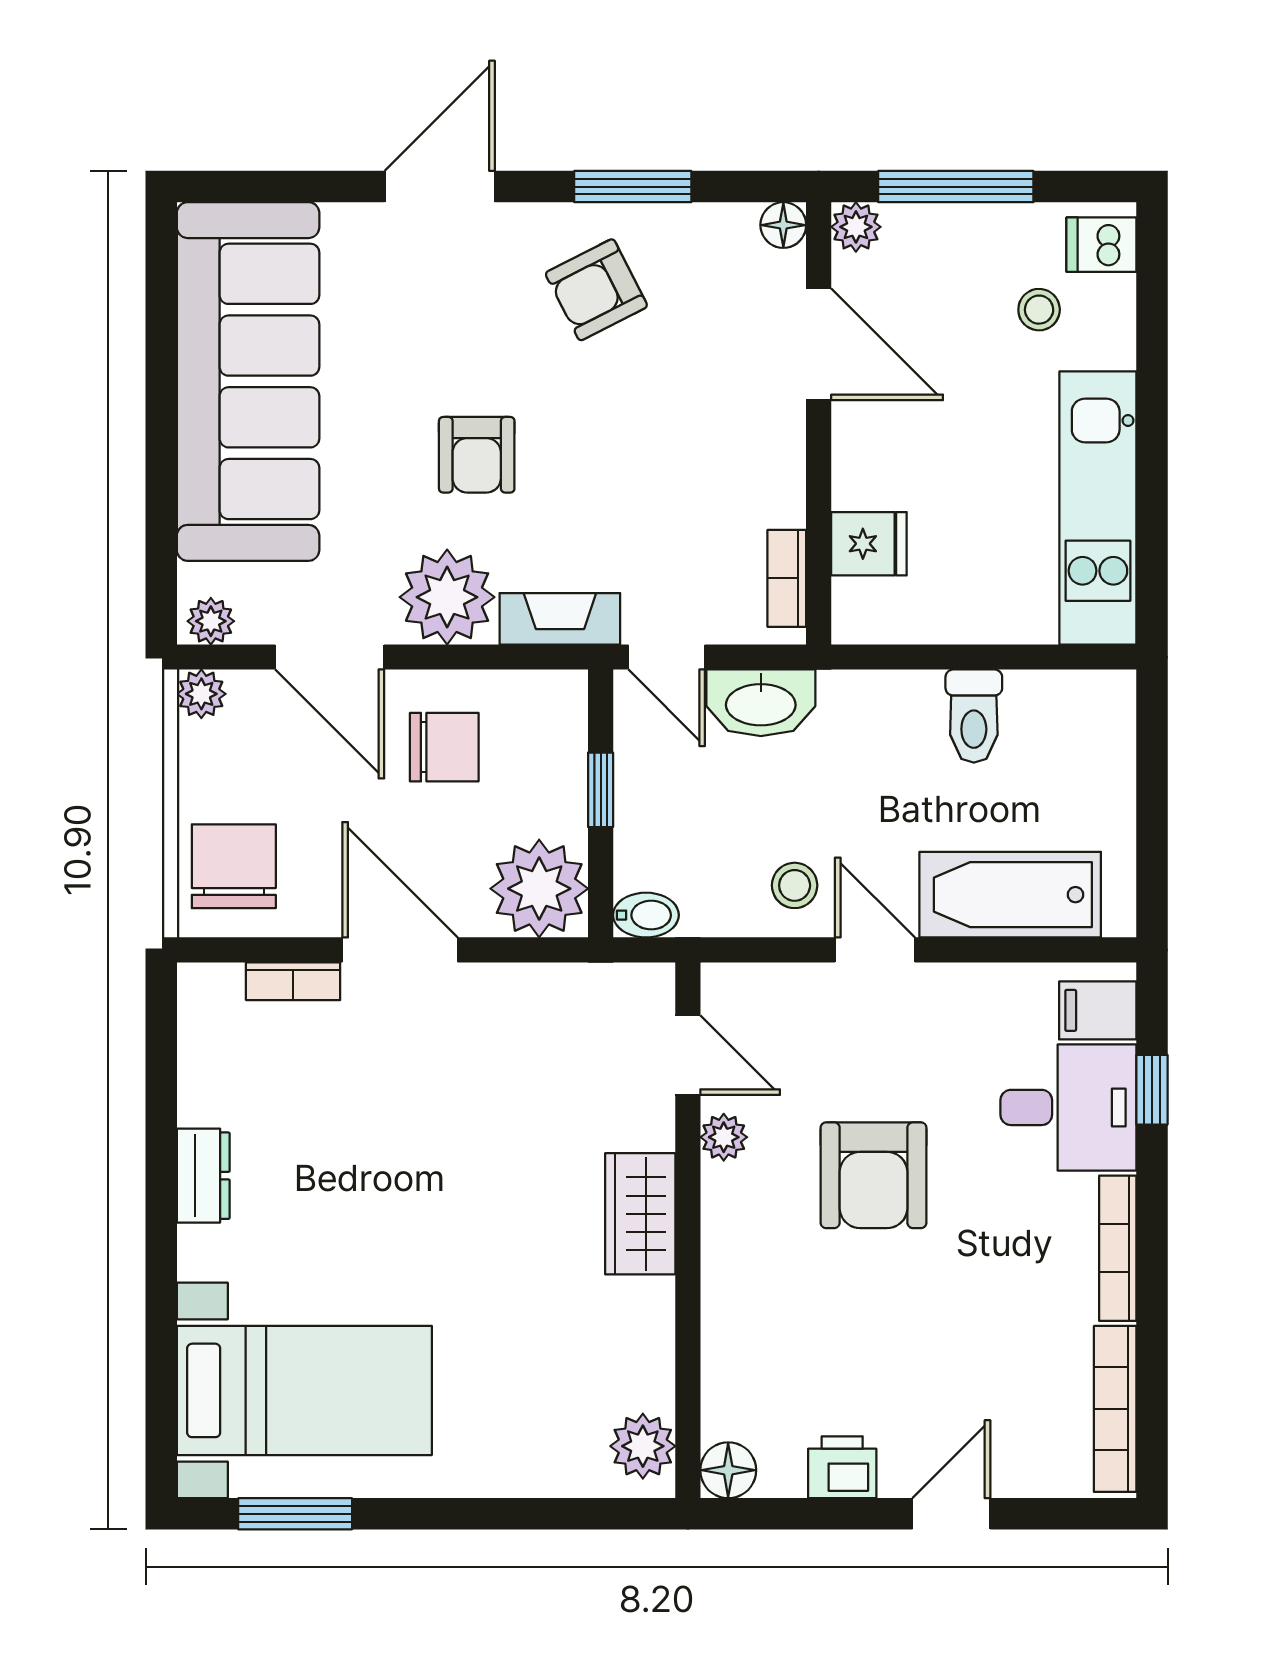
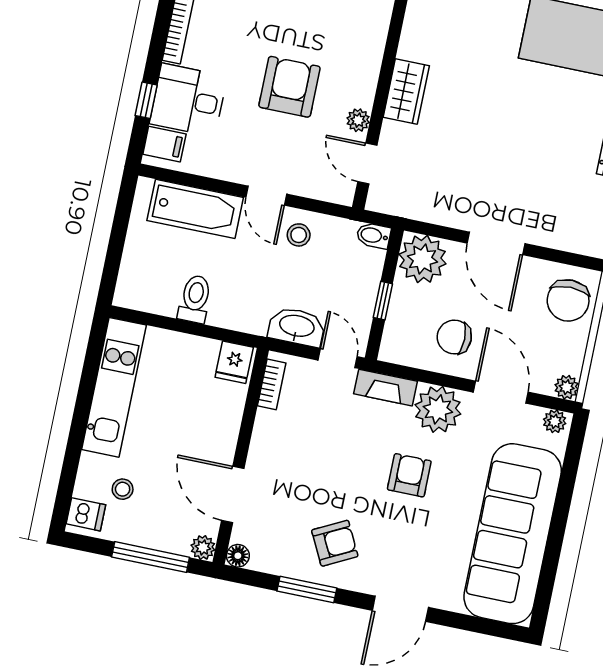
fridge: (869, 544) -> (234, 362), moved, turned -90
bookcase: (293, 981) -> (551, 239), removed

